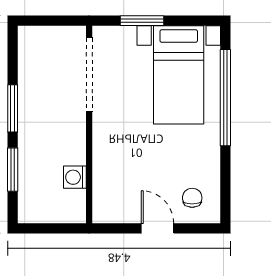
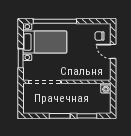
washing machine: (75, 177) -> (106, 88), moved
door: (157, 228) -> (113, 51), hinge flipped

